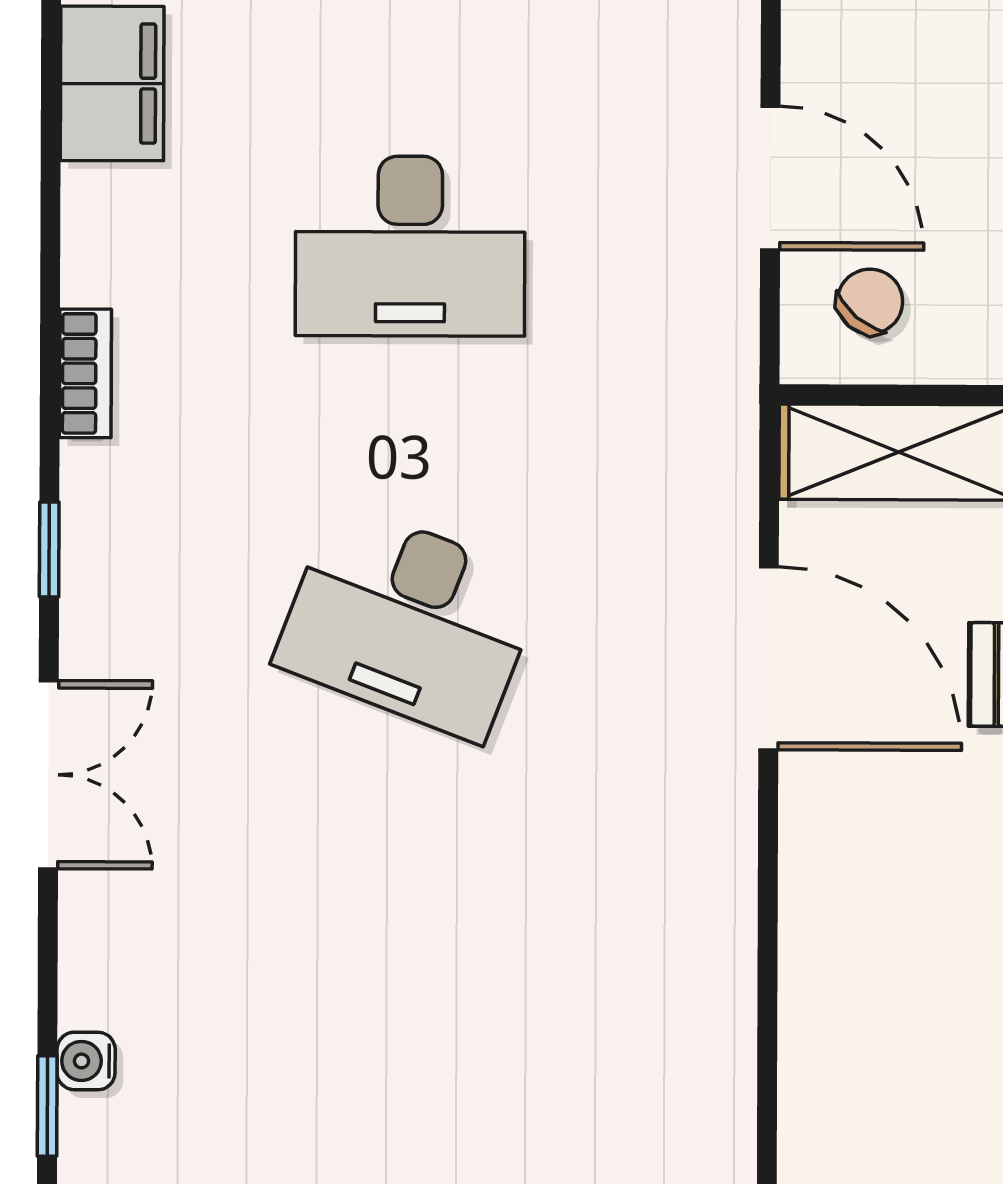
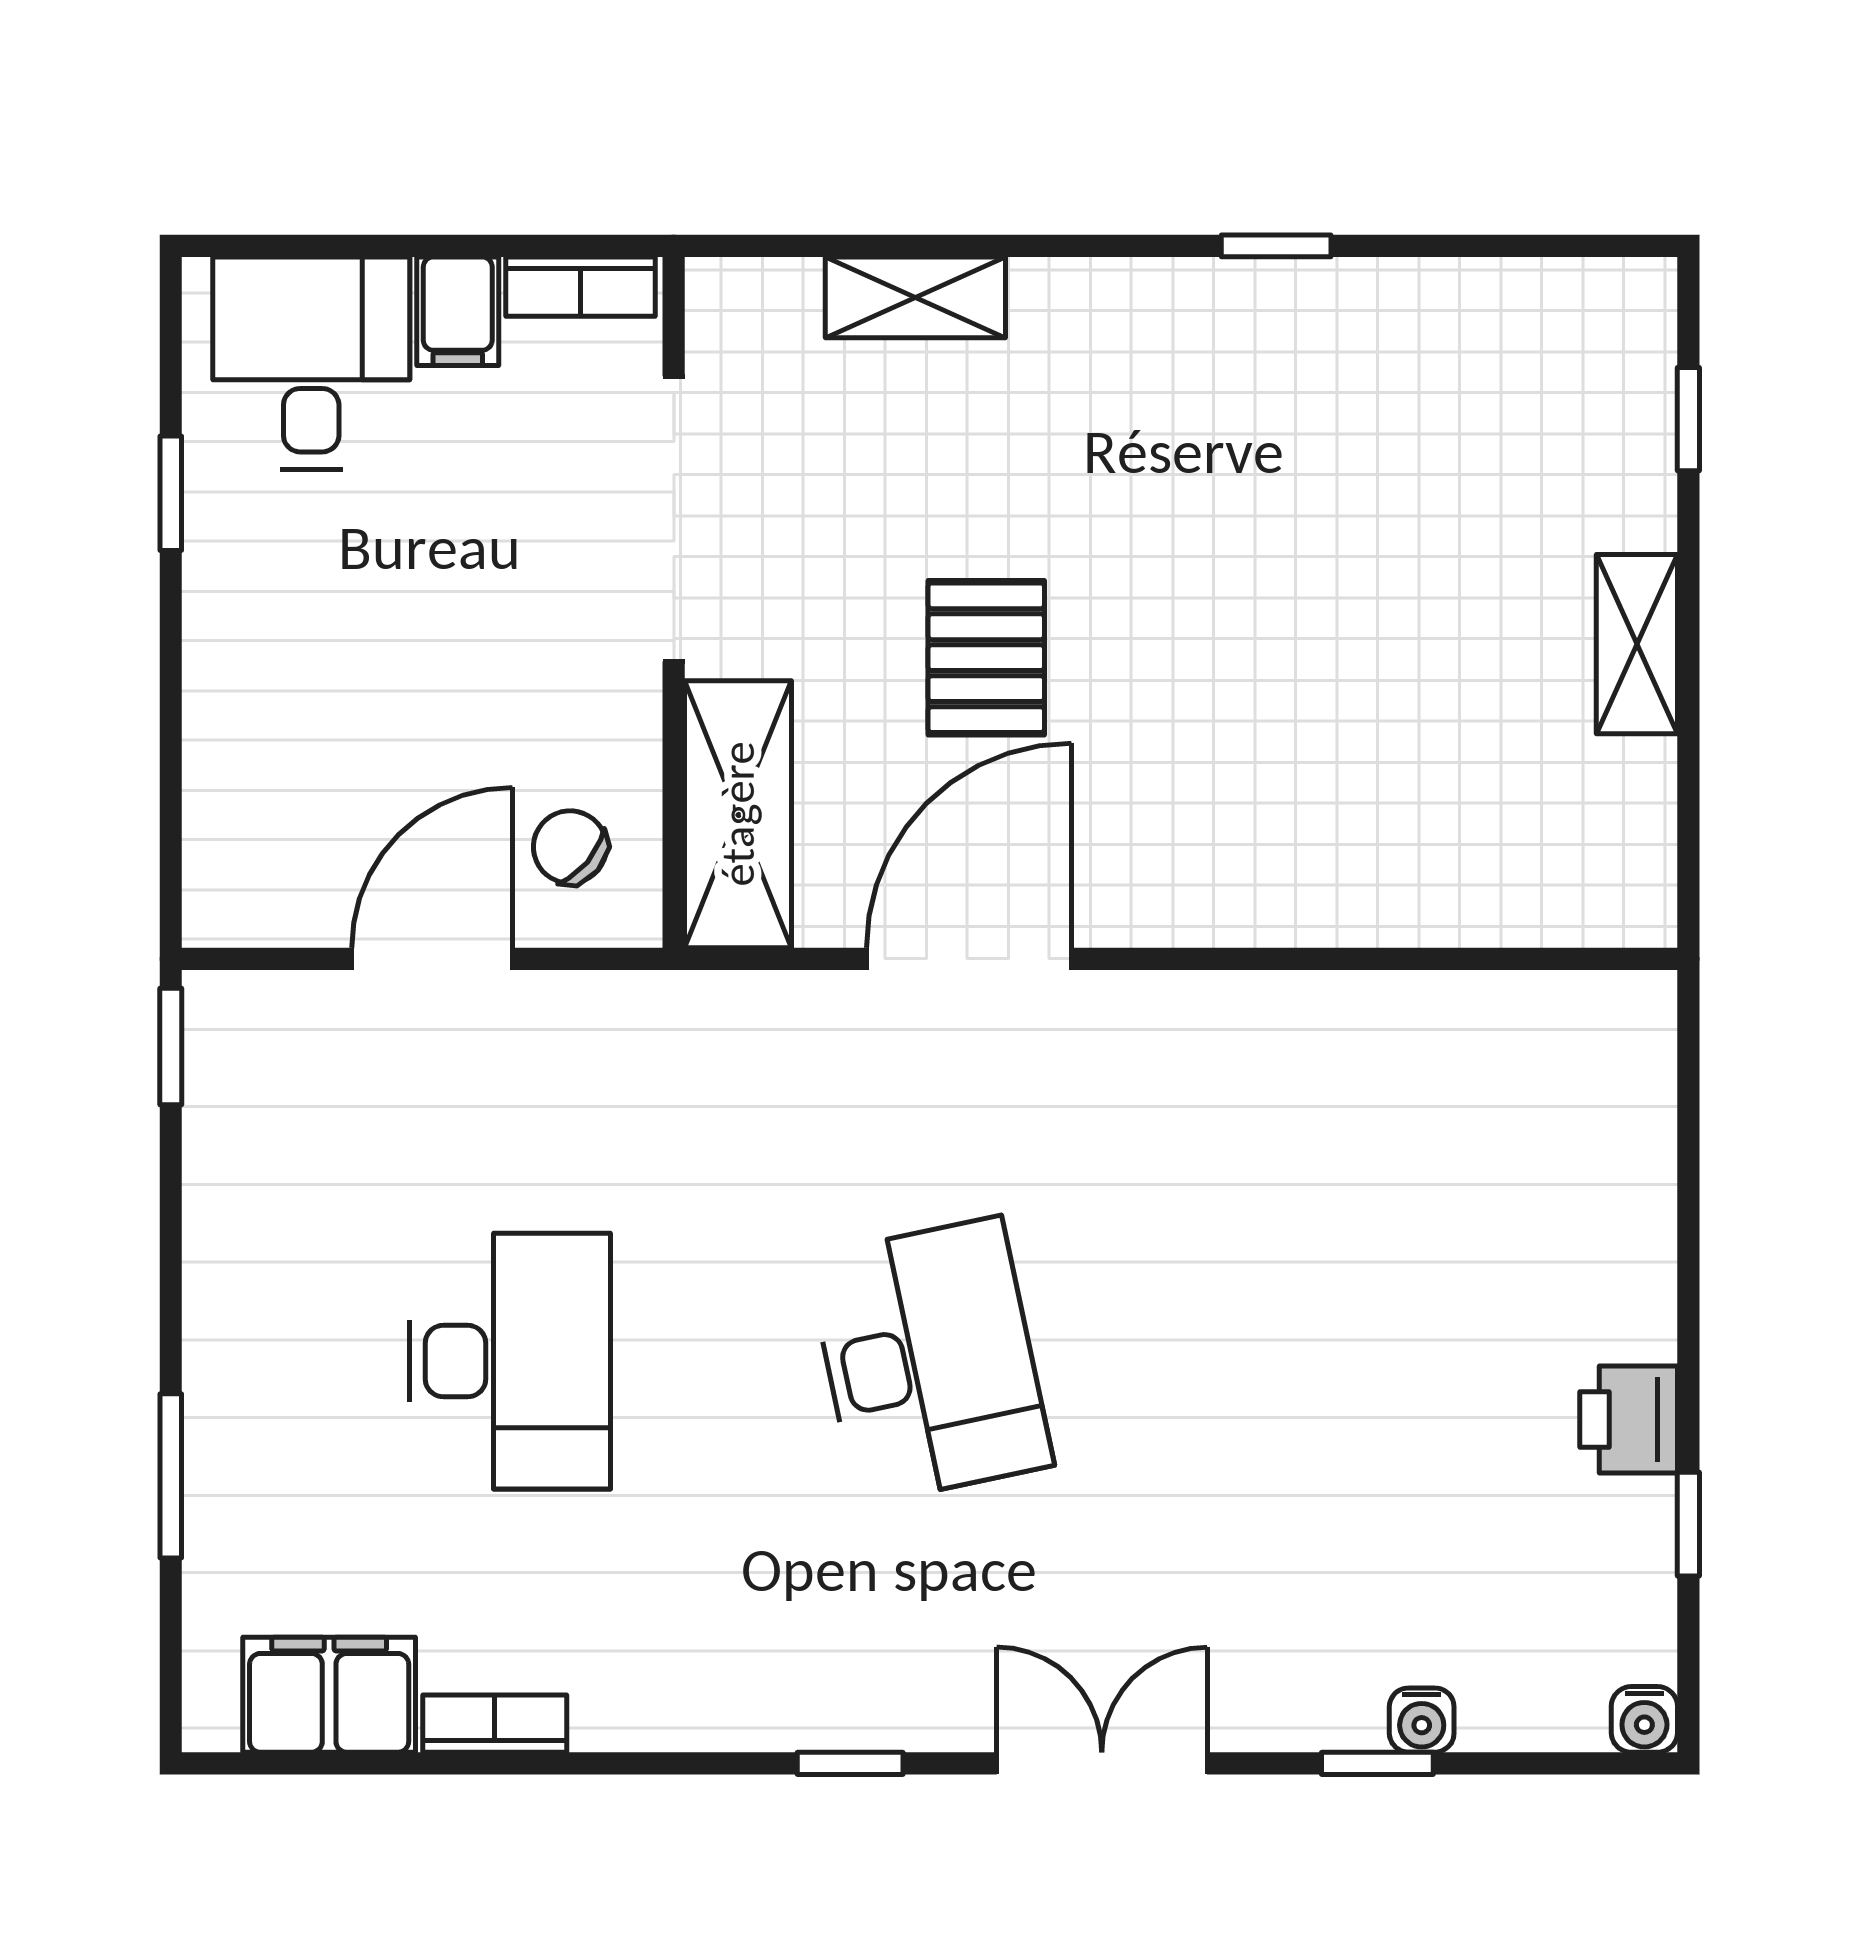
bookcase: (85, 373) -> (495, 1724), moved
desk: (409, 622) -> (930, 1361), turned -33
window: (47, 1106) -> (1377, 1763), moved

